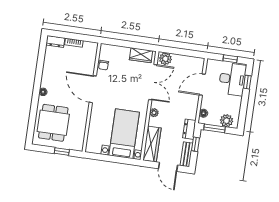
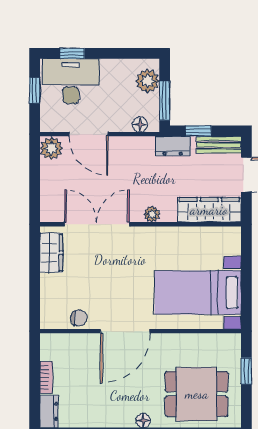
plant: (165, 59) -> (51, 148), moved
bed with nightstands: (124, 134) -> (198, 293), moved

